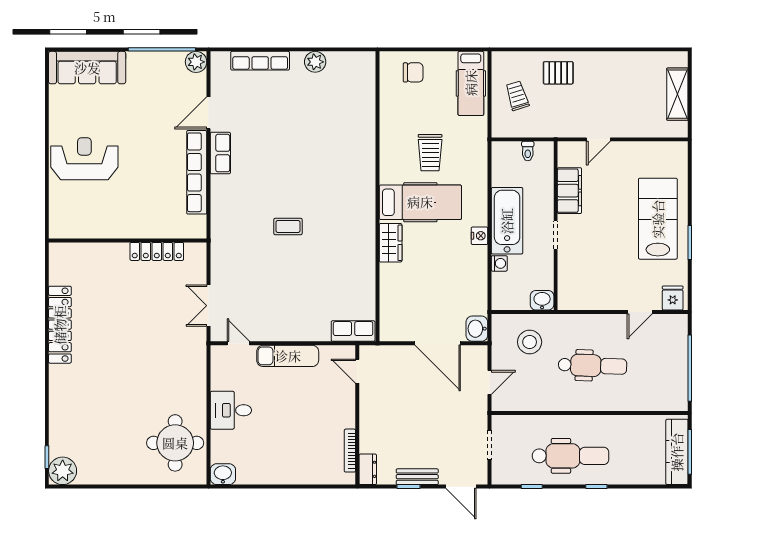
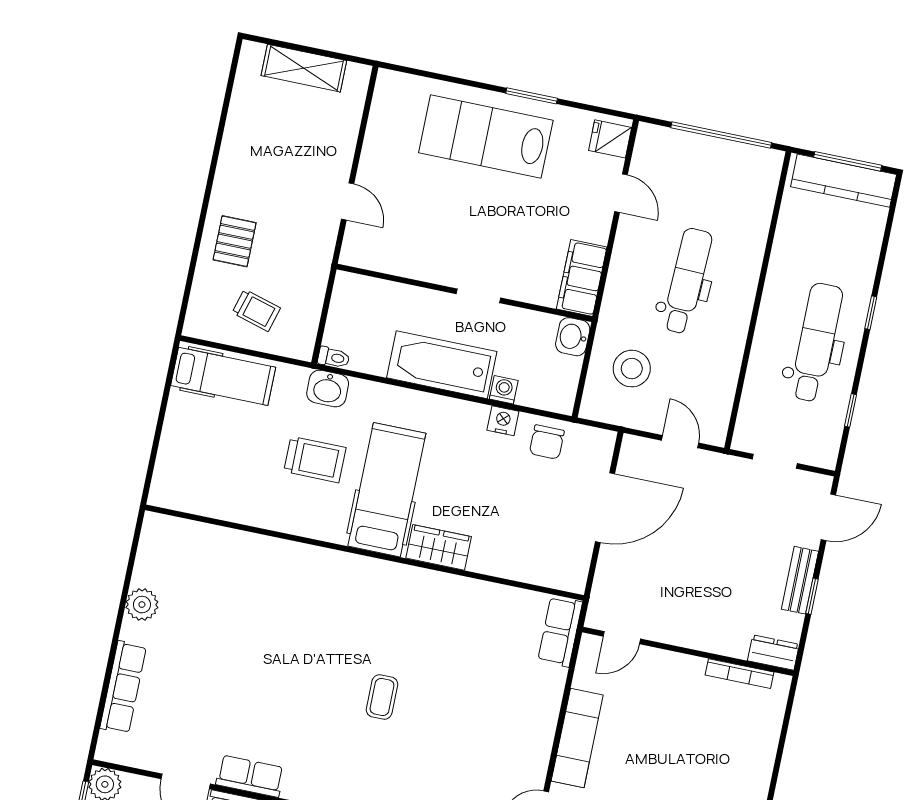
chair: (413, 72) -> (547, 442), moved, turned 180
trolley: (517, 96) -> (256, 310), turned -147
toilet: (528, 151) -> (334, 357), moved
filing cabinet: (569, 191) -> (582, 278), moved, turned -90
nightstand: (479, 236) -> (503, 421), moved
washbasin: (477, 329) -> (328, 389), moved

